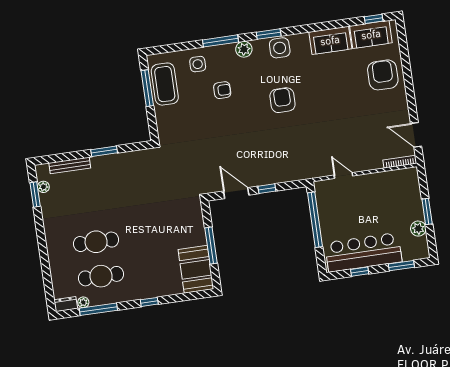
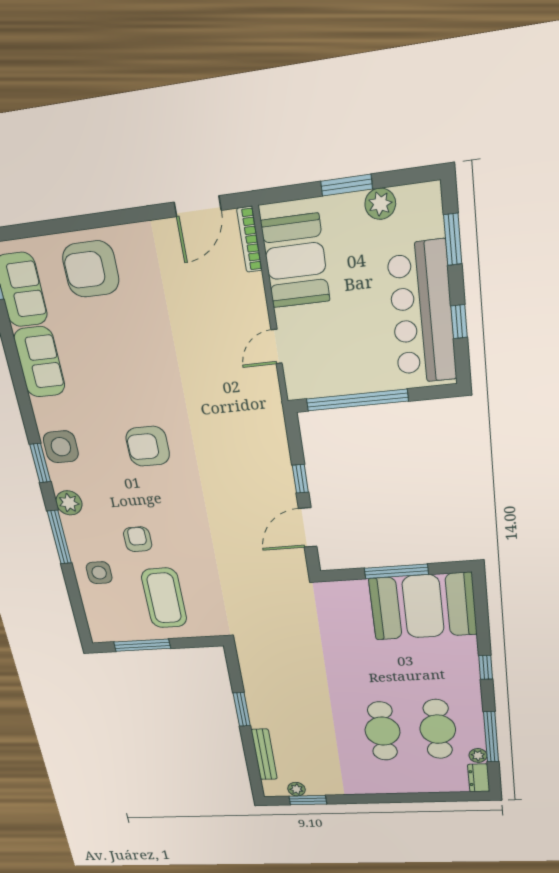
coffee table: (165, 84) -> (164, 598), moved, turned 90
booth: (389, 186) -> (295, 261), added
booth: (196, 269) -> (423, 606), width x1.36, depth x1.42

